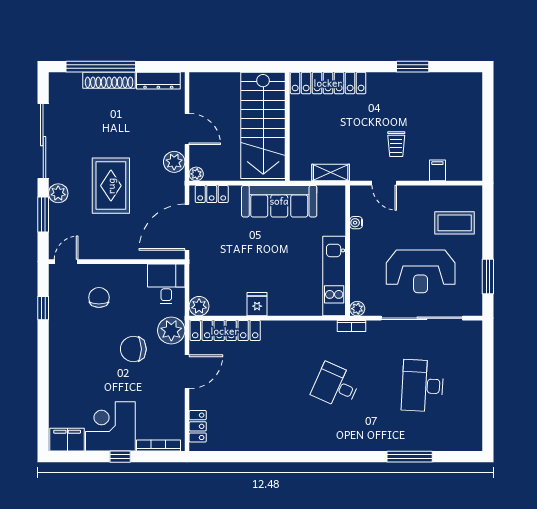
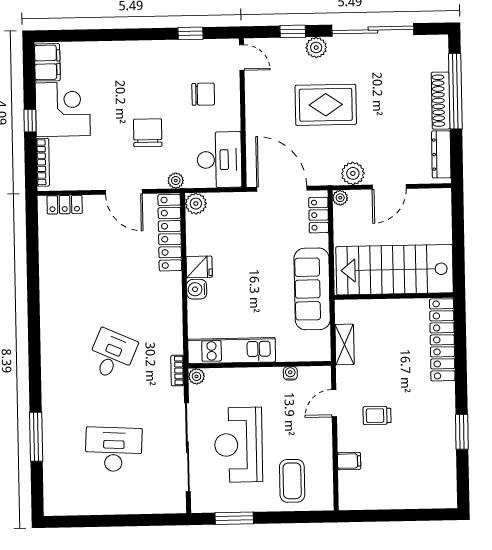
window: (43, 214) -> (293, 31), width x0.67
desk: (166, 284) -> (219, 160), width x1.37
water cooler: (277, 307) -> (197, 289), added
plant: (171, 331) -> (176, 181), width x0.53, depth x0.53

